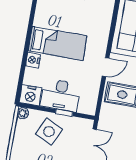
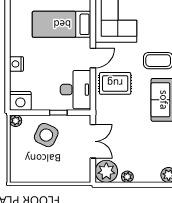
bed: (58, 43) -> (62, 24), moved, turned 180
desk: (61, 95) -> (76, 90), moved, turned -90

